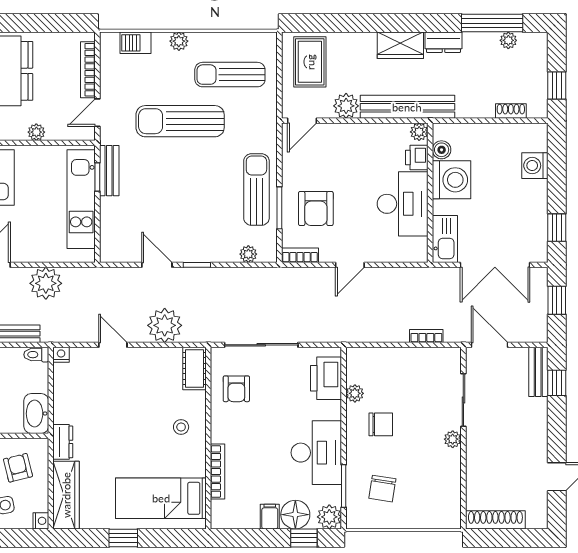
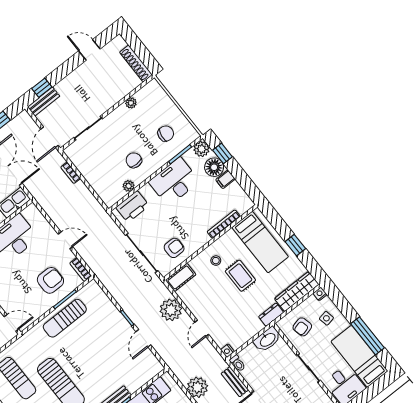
plant: (248, 254) -> (101, 296), removed
plant: (453, 439) -> (131, 103), moved
rug: (139, 442) -> (240, 276), added

